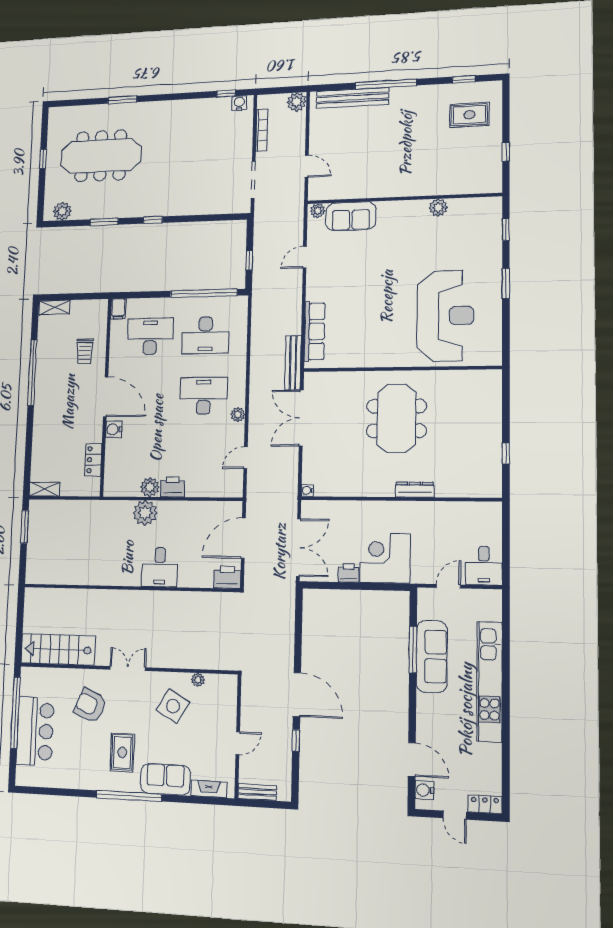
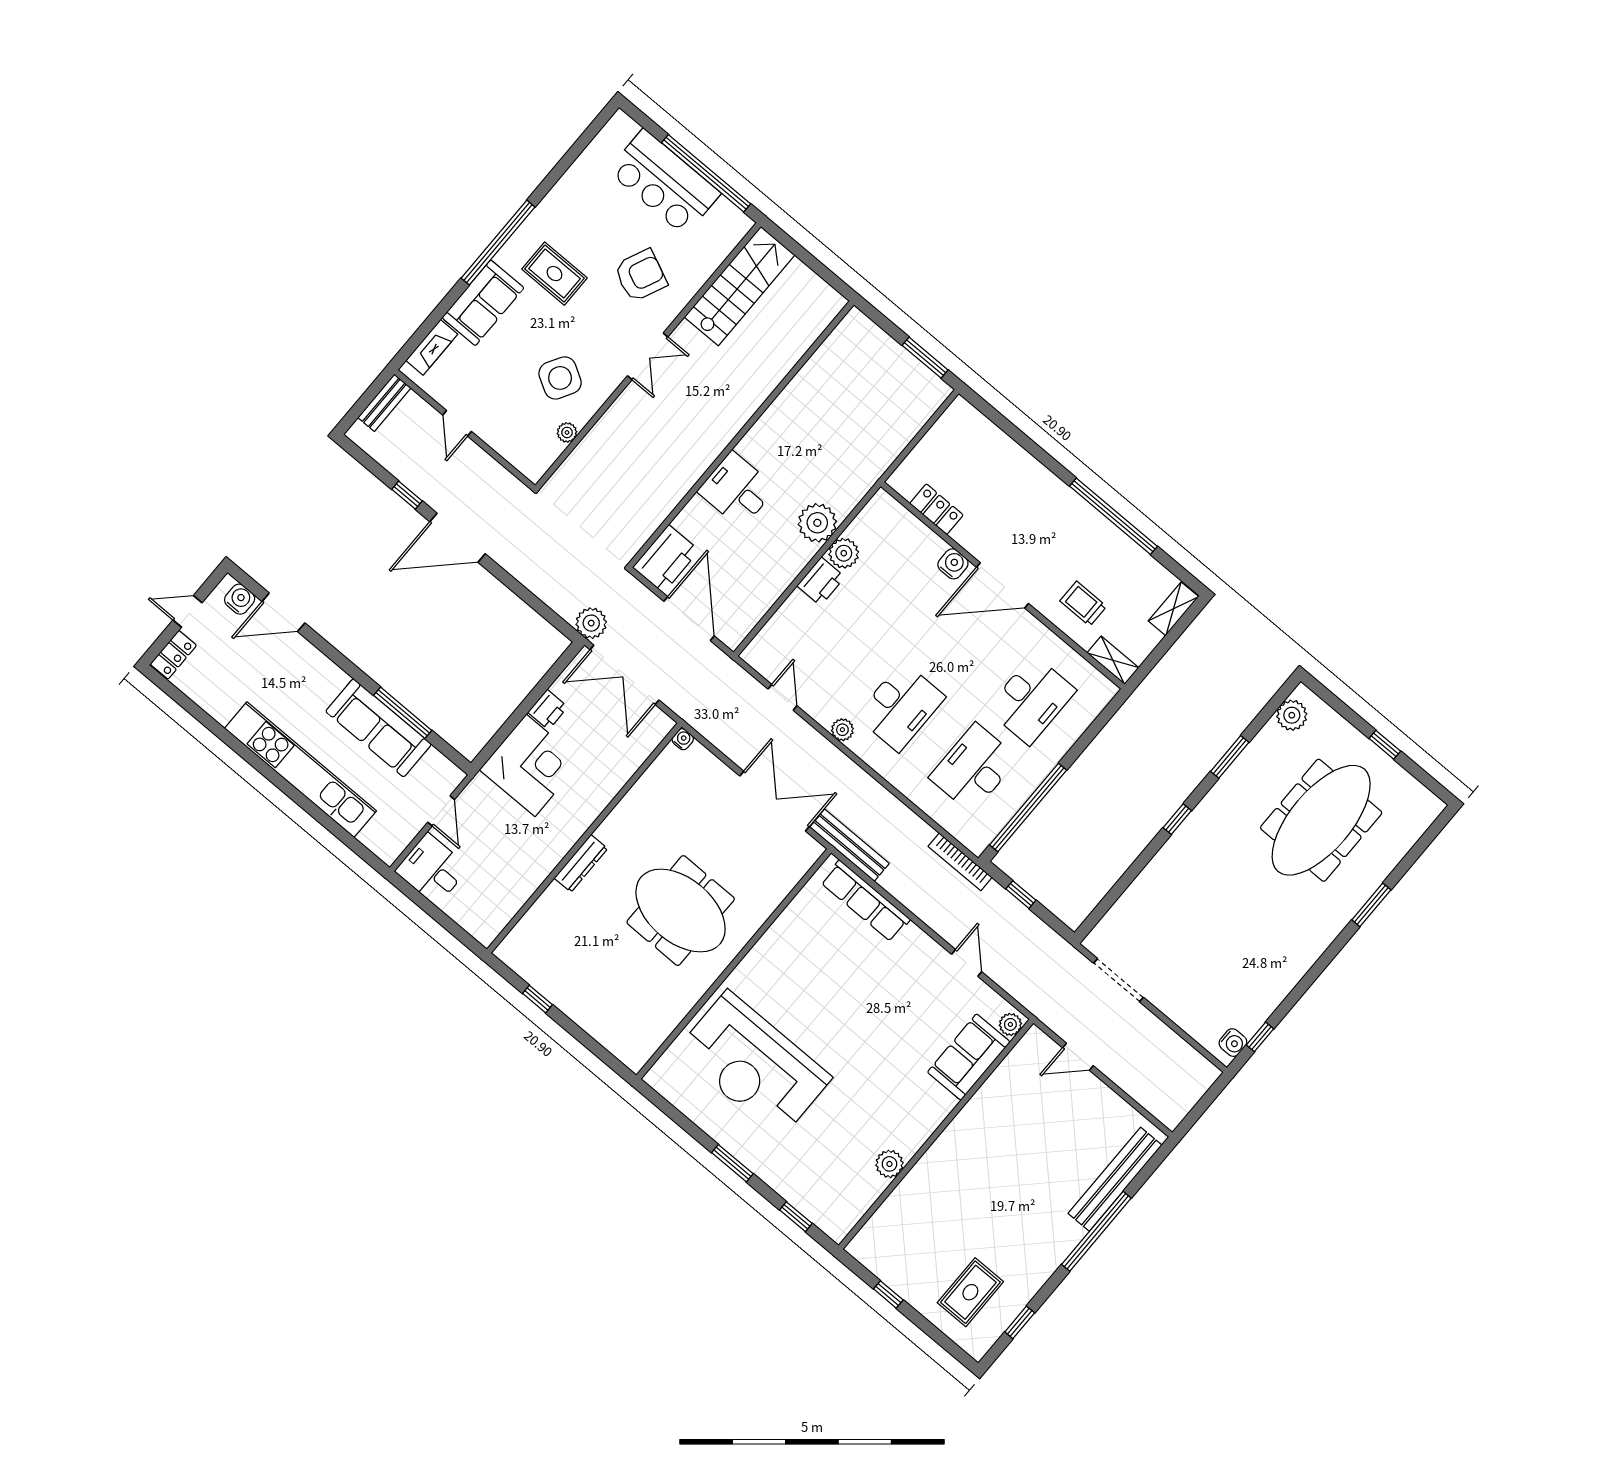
plant: (297, 102) -> (591, 623), moved
bookcase: (262, 130) -> (960, 862), moved
filing cabinet: (118, 309) -> (1101, 688), removed
shelving: (44, 489) -> (1113, 660), moved, turned 90
printer: (227, 577) -> (666, 559), width x1.37, depth x1.19

